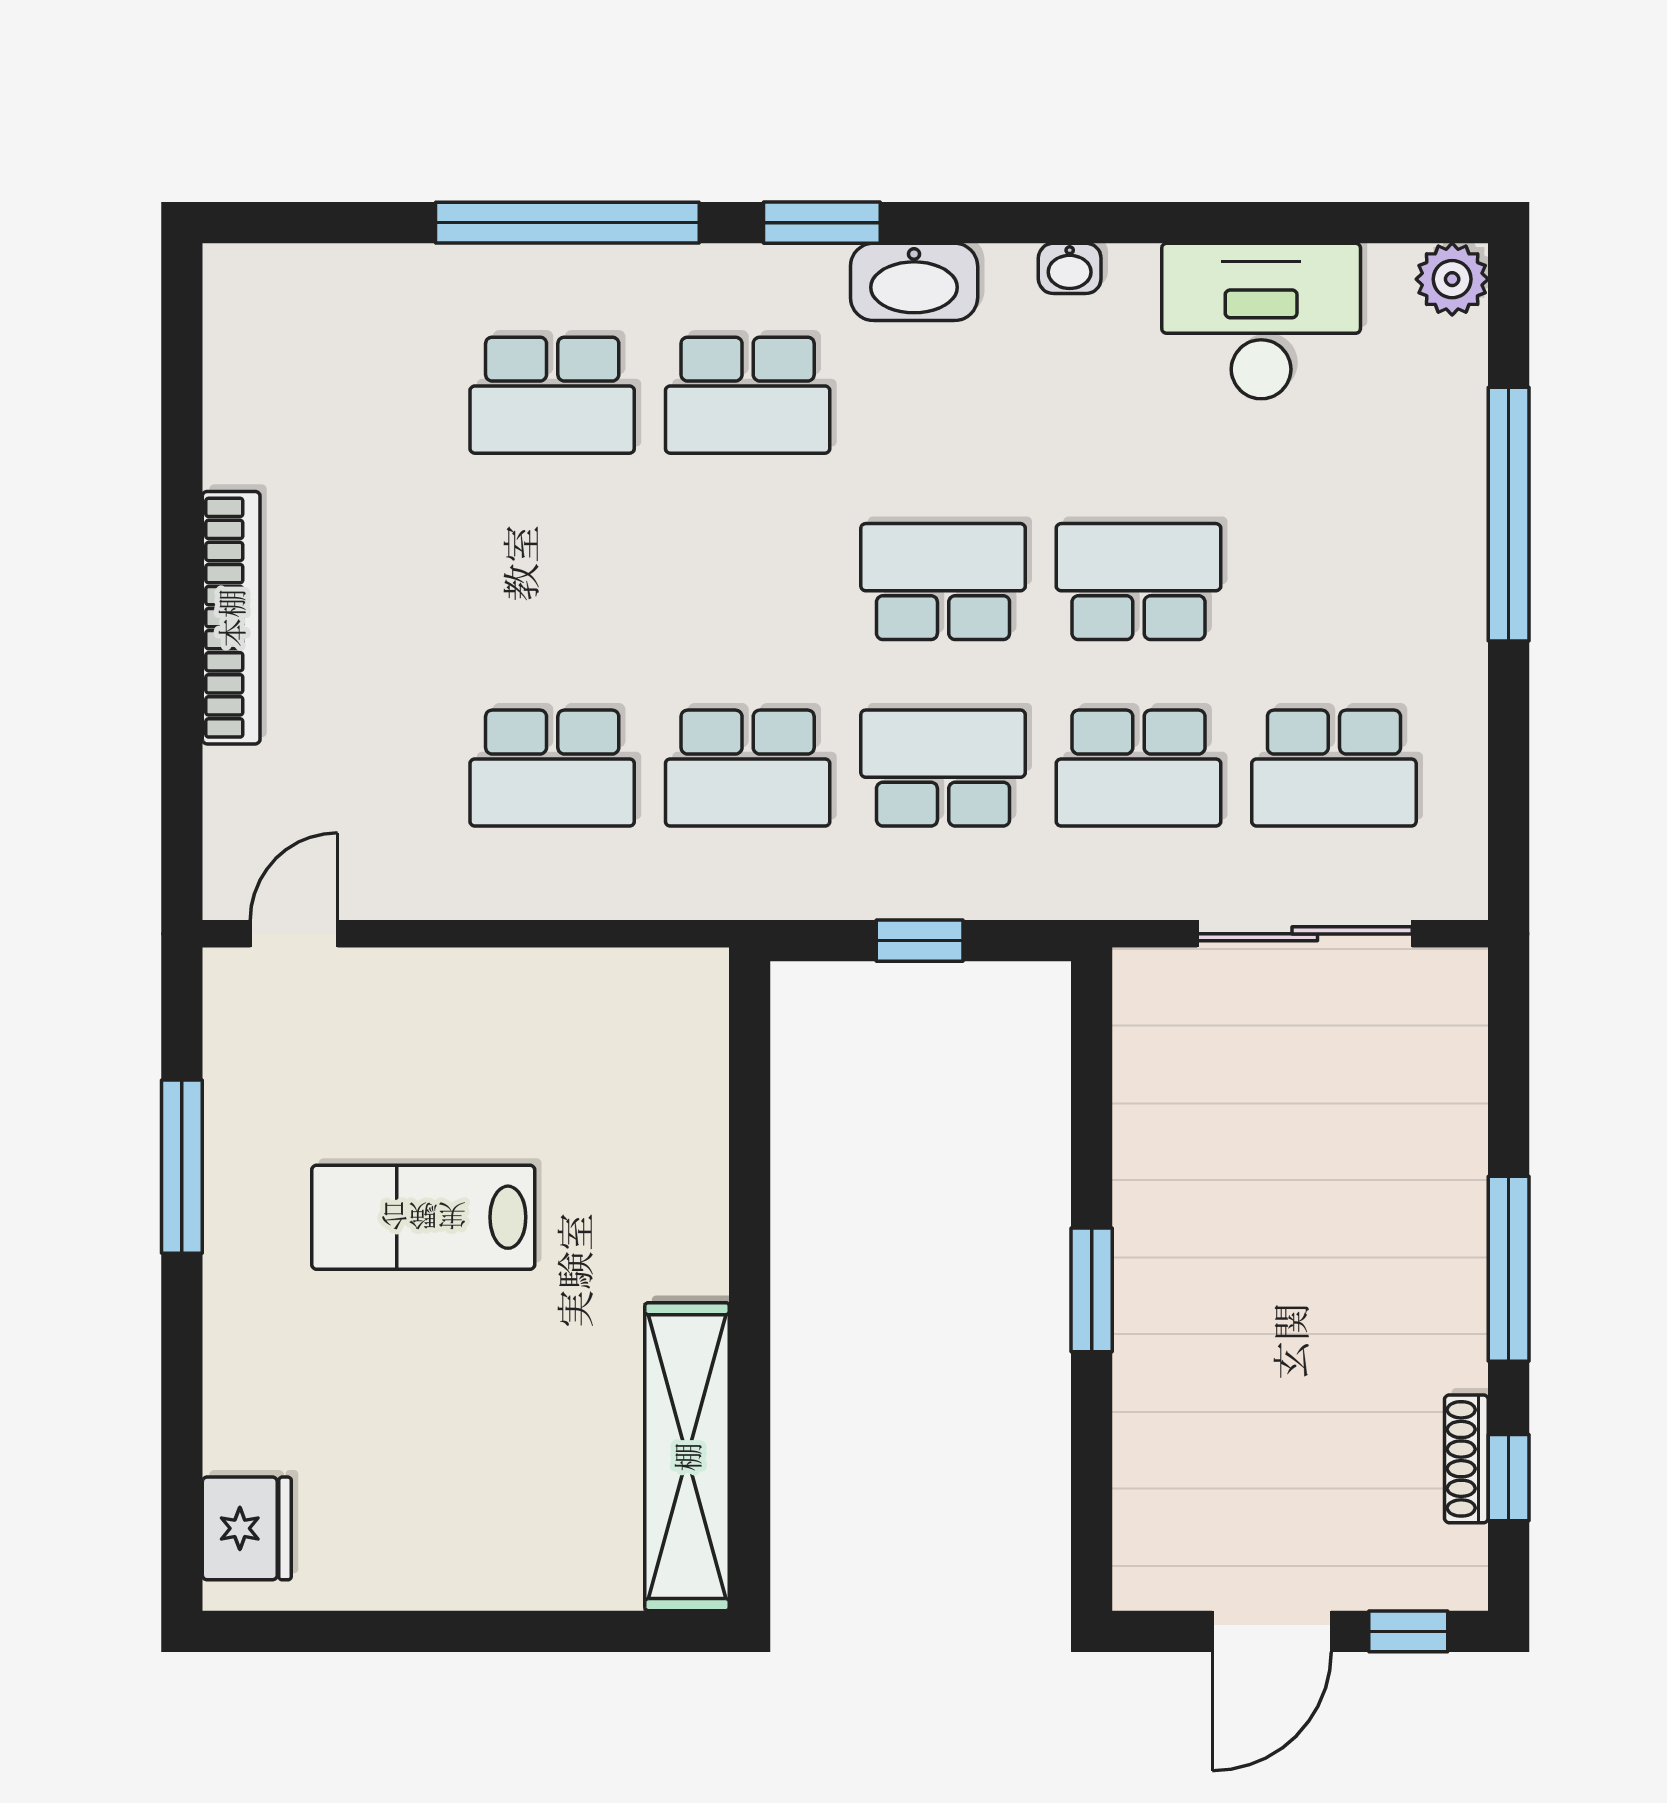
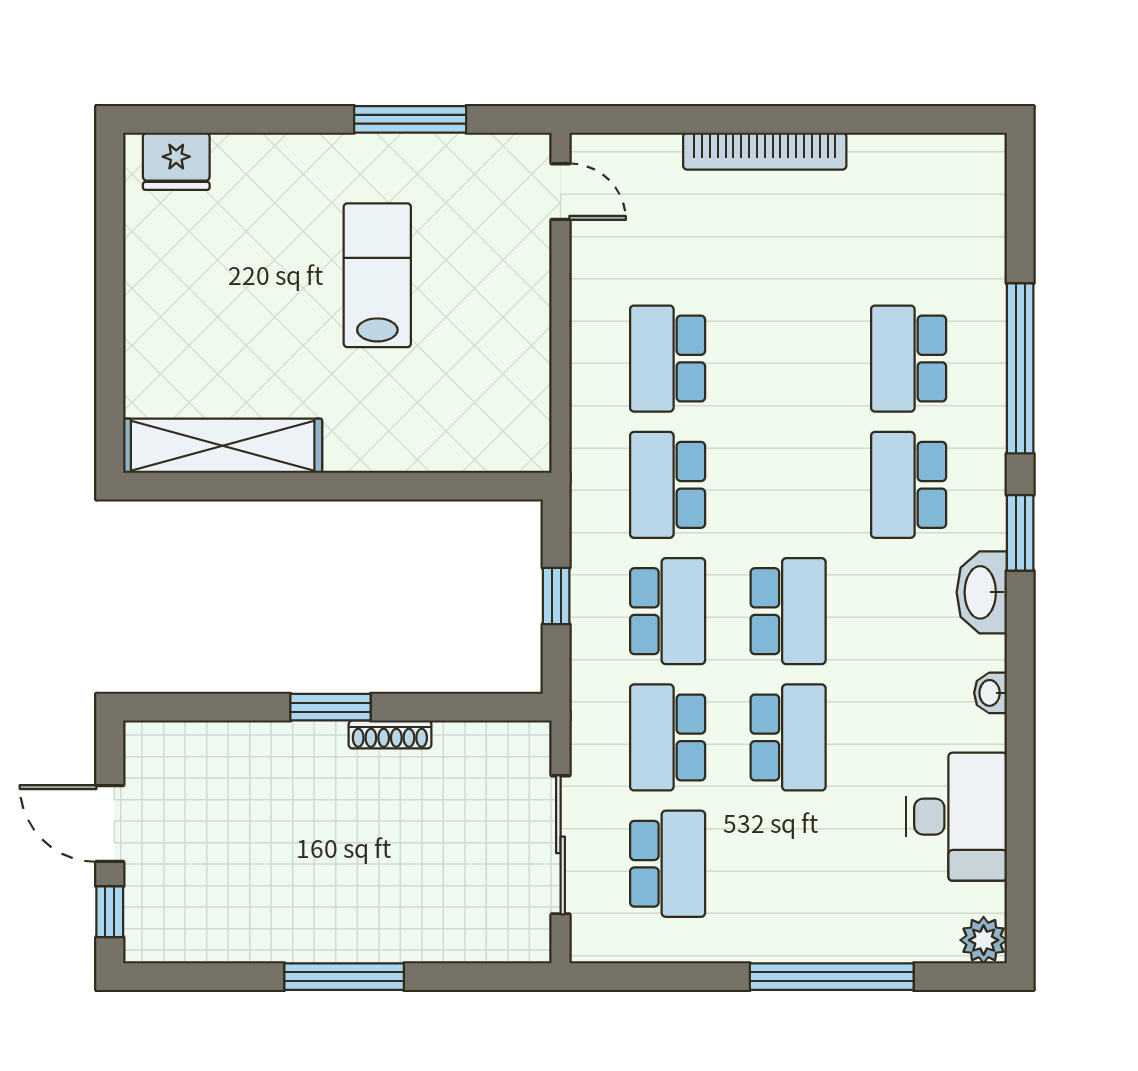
school desk: (1334, 768) -> (668, 864), turned 180
shoe rack: (1466, 1459) -> (390, 734), moved, turned 180
window: (1509, 1478) -> (209, 977), removed

